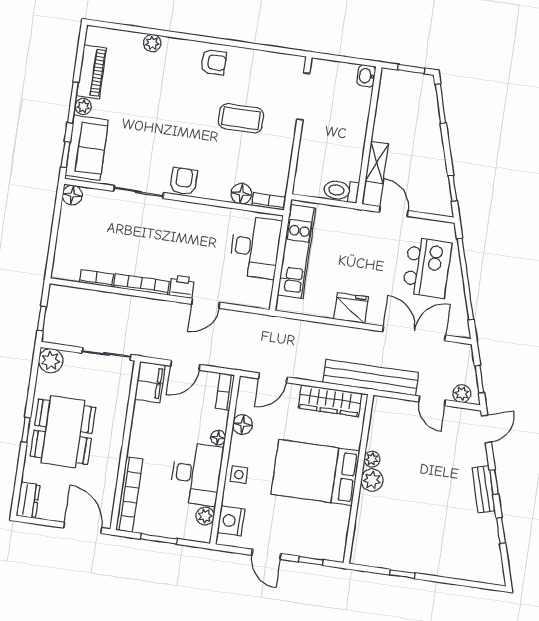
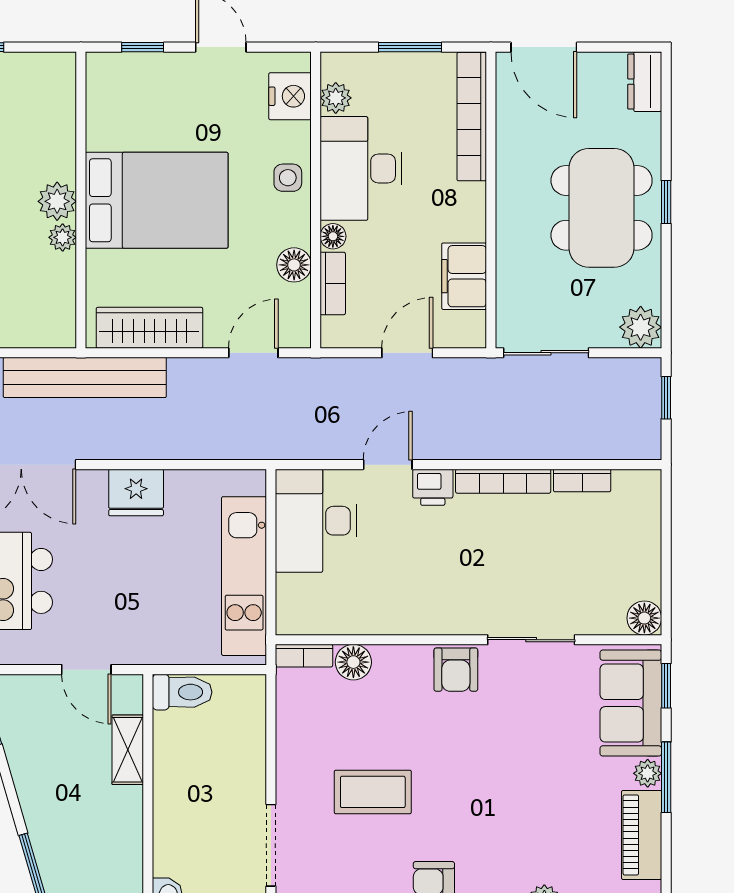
desk: (255, 247) -> (316, 521), moved
filing cabinet: (150, 382) -> (464, 276), moved
bookcase: (225, 392) -> (333, 283), moved

